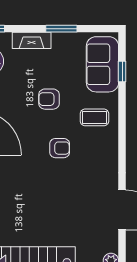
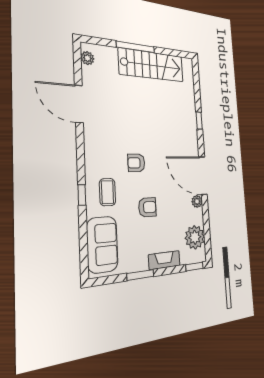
window: (122, 72) -> (82, 195), moved
coffee table: (94, 117) -> (108, 192), turned 90

